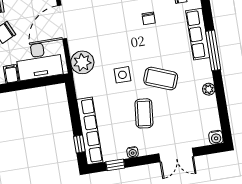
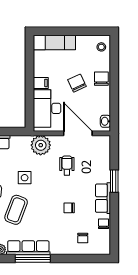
wheelchair: (101, 29) -> (67, 166), added
row of seats: (198, 34) -> (28, 248), moved

